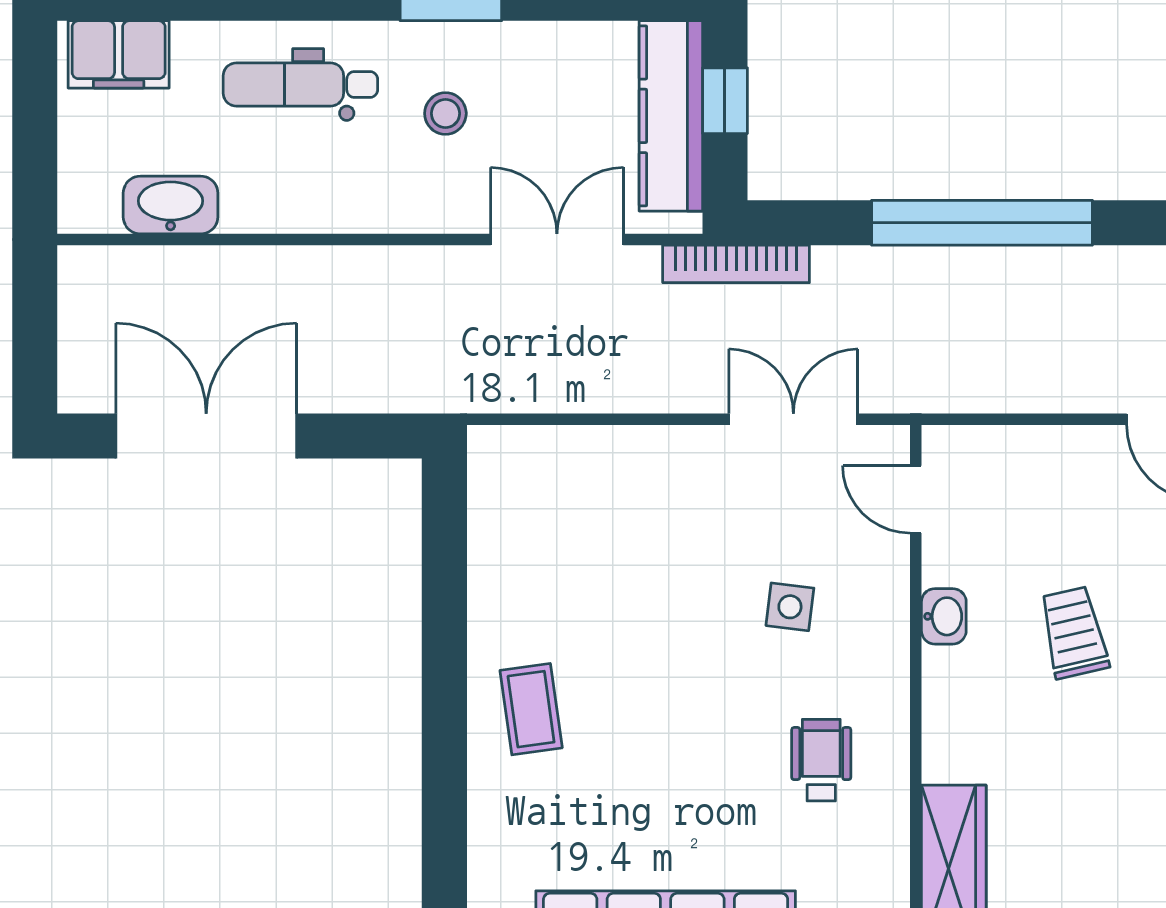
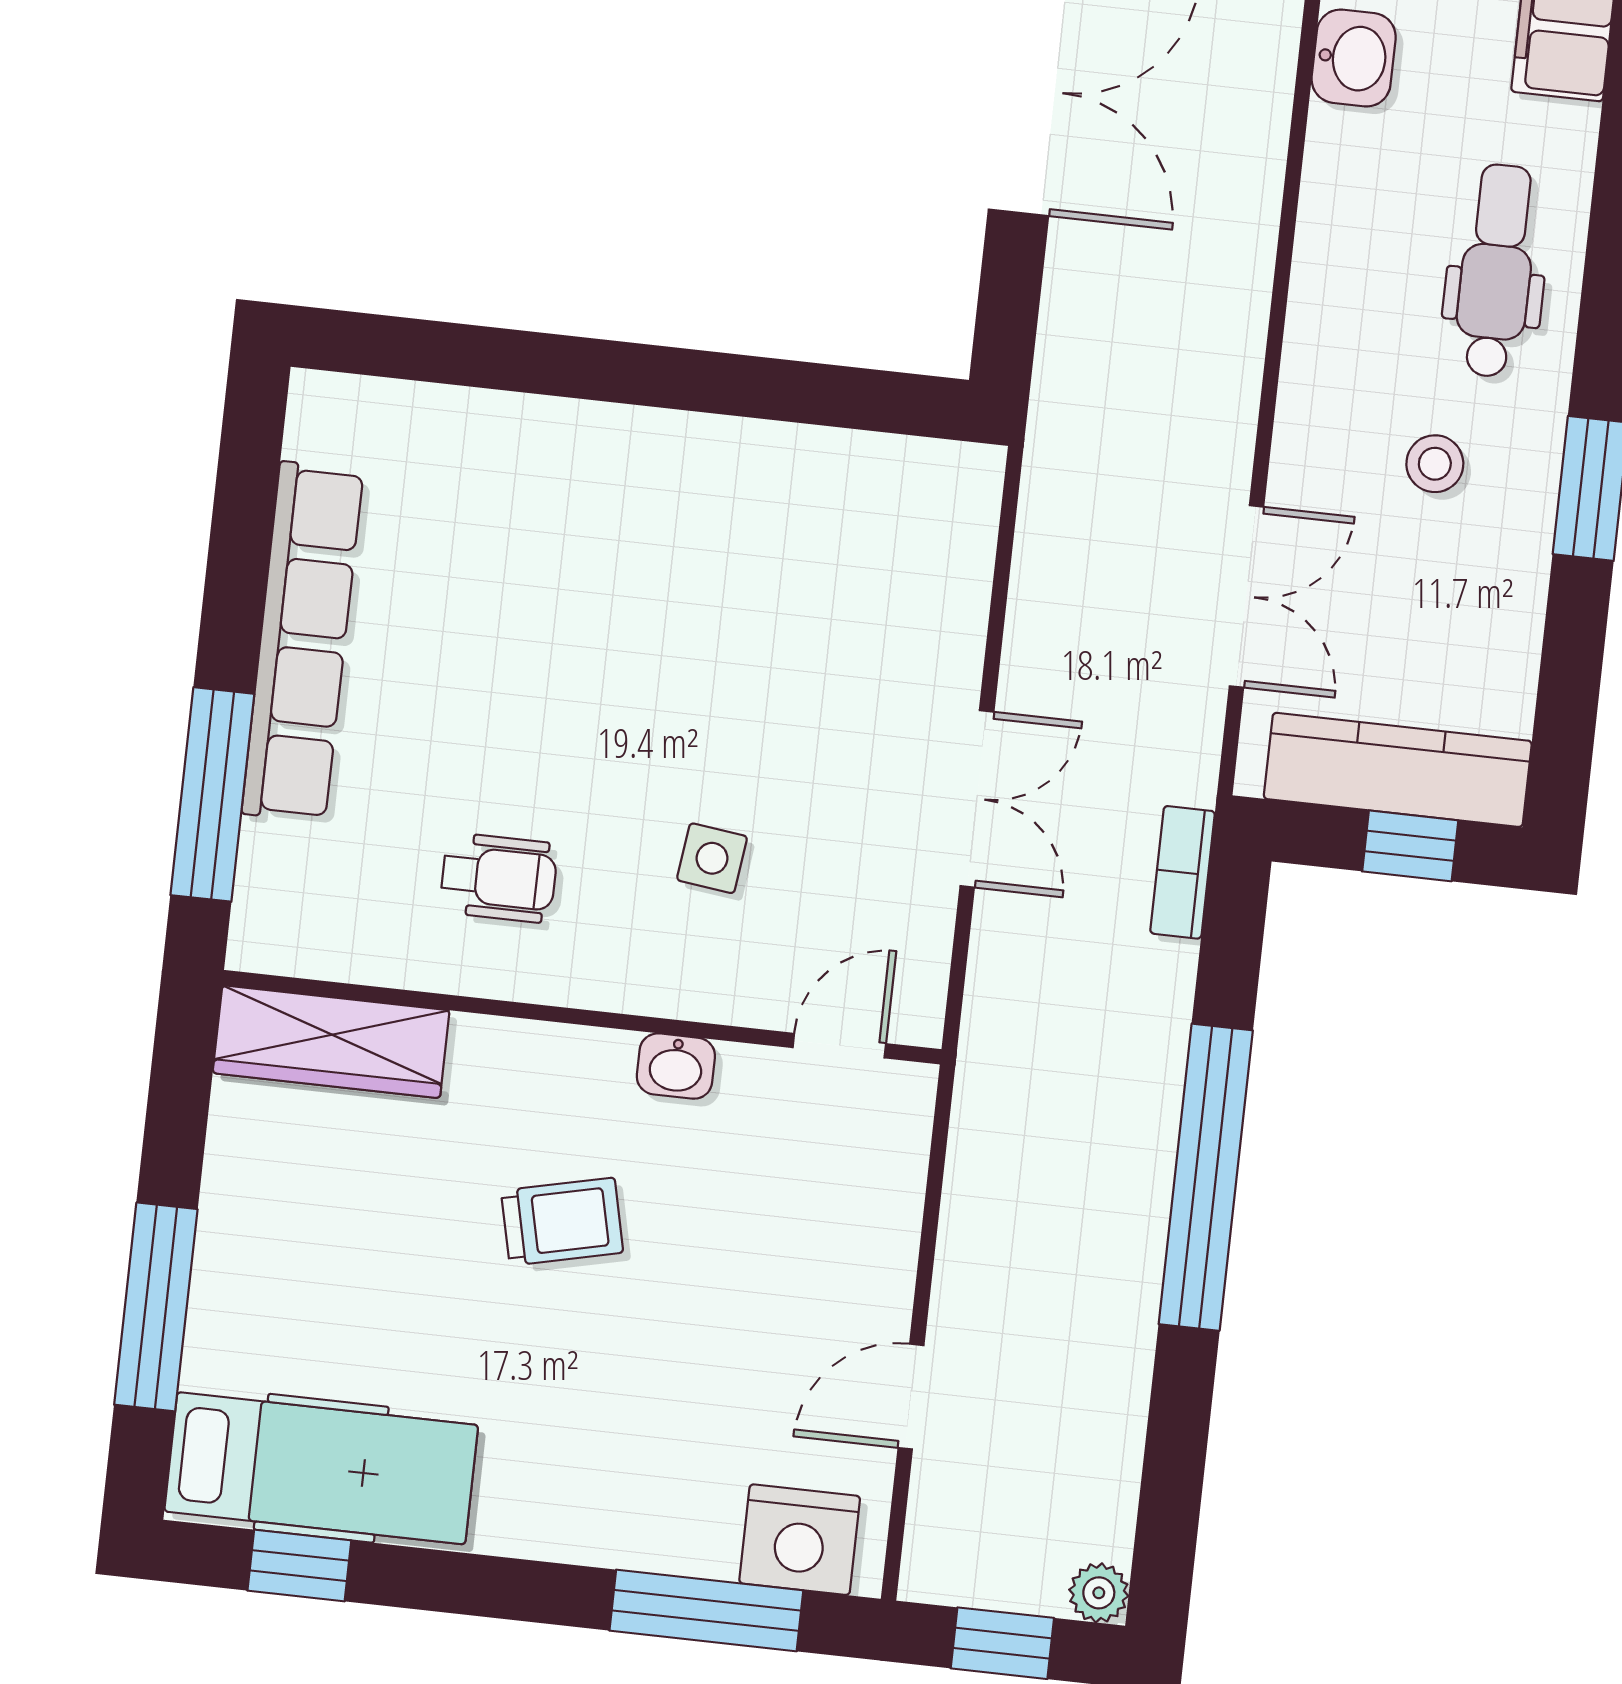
washbasin: (171, 205) -> (1354, 58), width x0.72
bookcase: (736, 264) -> (1183, 872), width x0.64
double door: (793, 419) -> (977, 799), moved
trolley: (1074, 633) -> (562, 1222), moved
coffee table: (531, 709) -> (612, 491), removed

